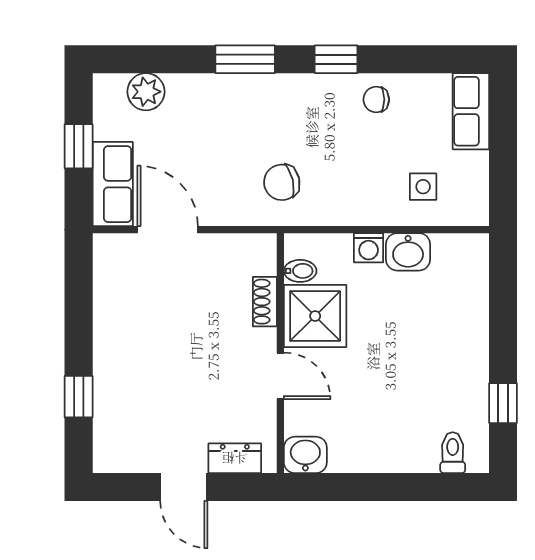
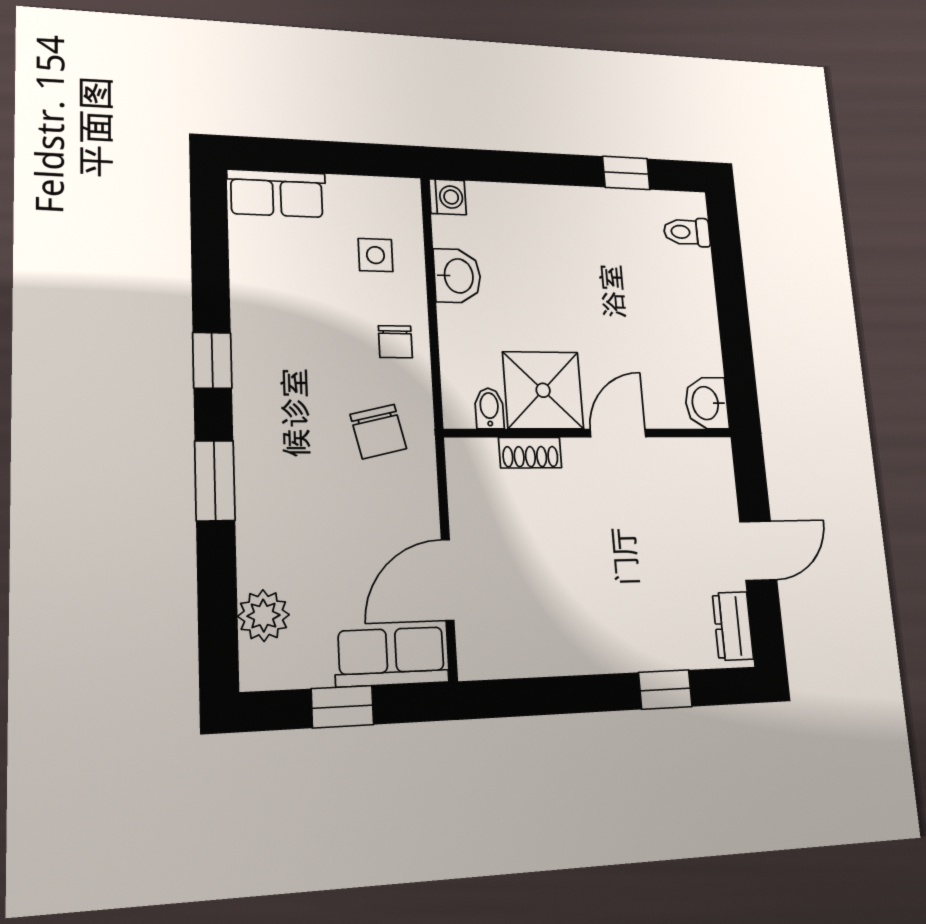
chair: (376, 100) -> (395, 342), moved
washing machine: (369, 248) -> (448, 197), moved
dresser: (235, 458) -> (733, 626), moved

